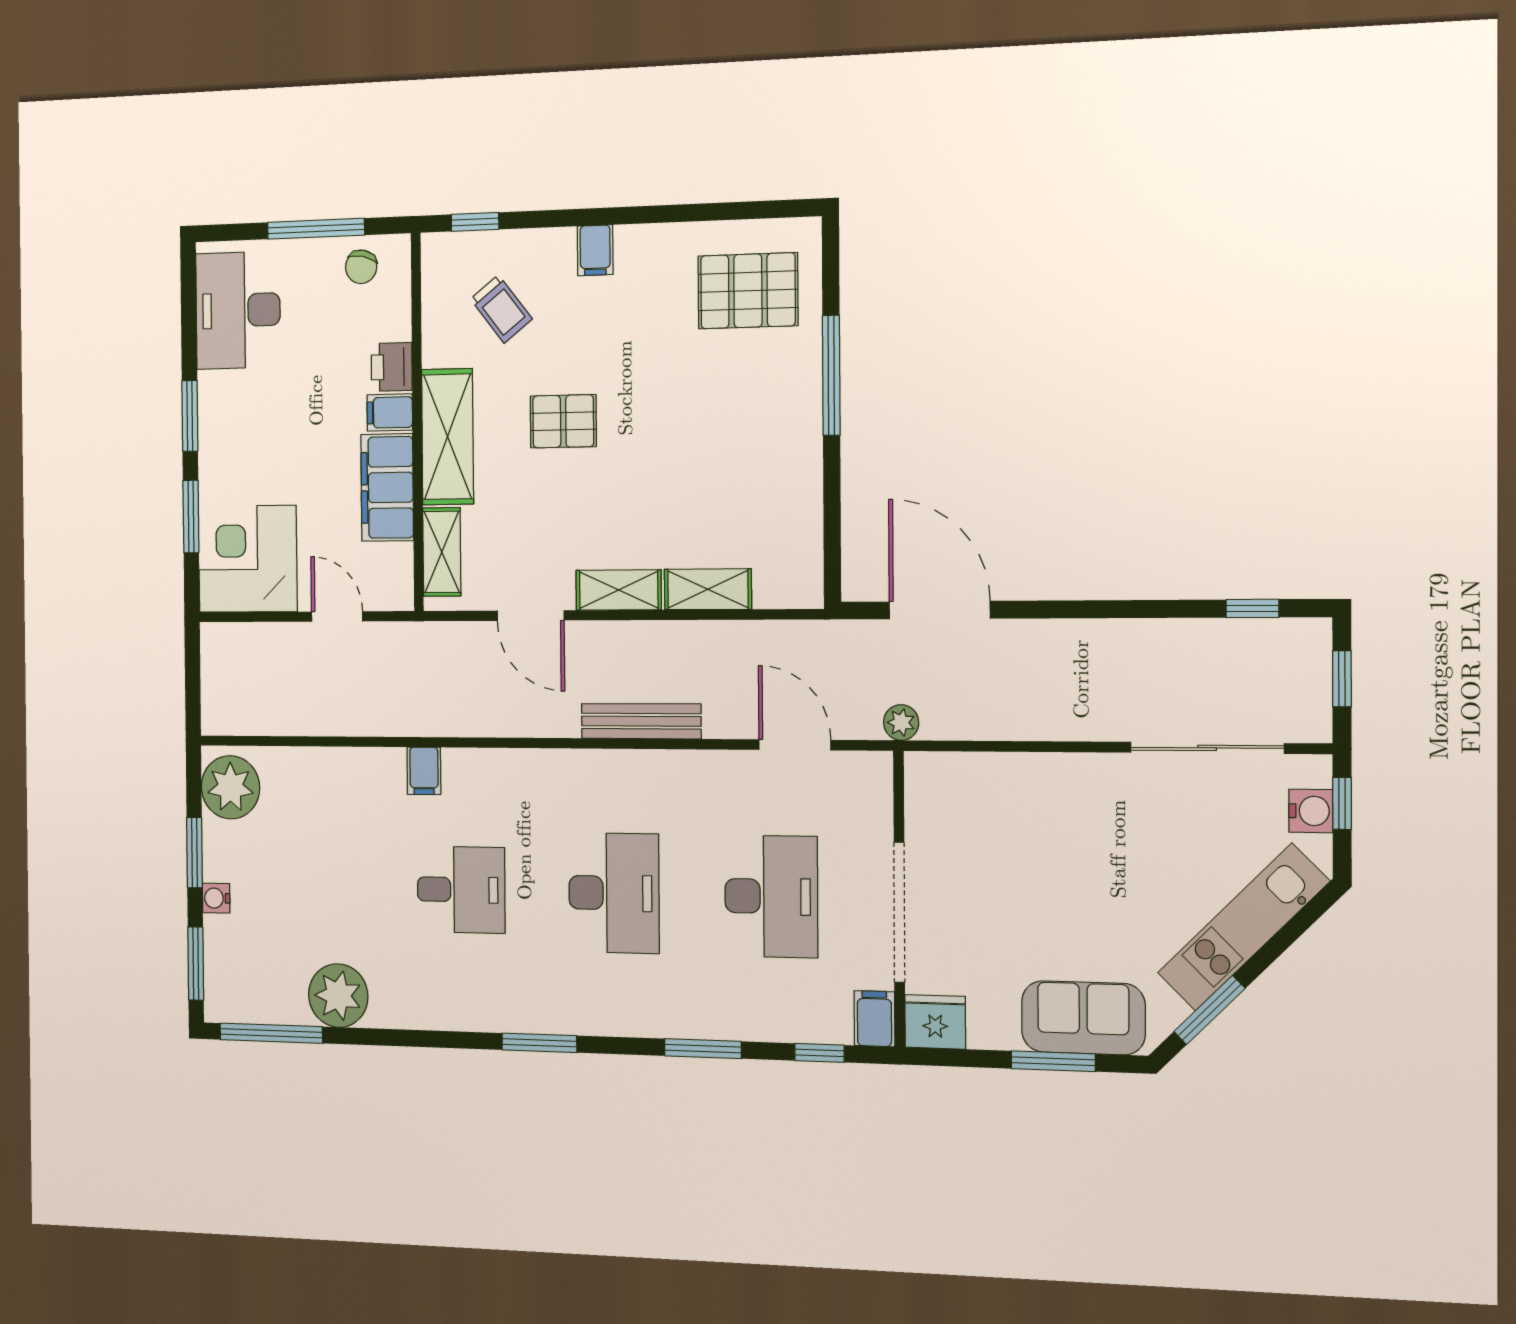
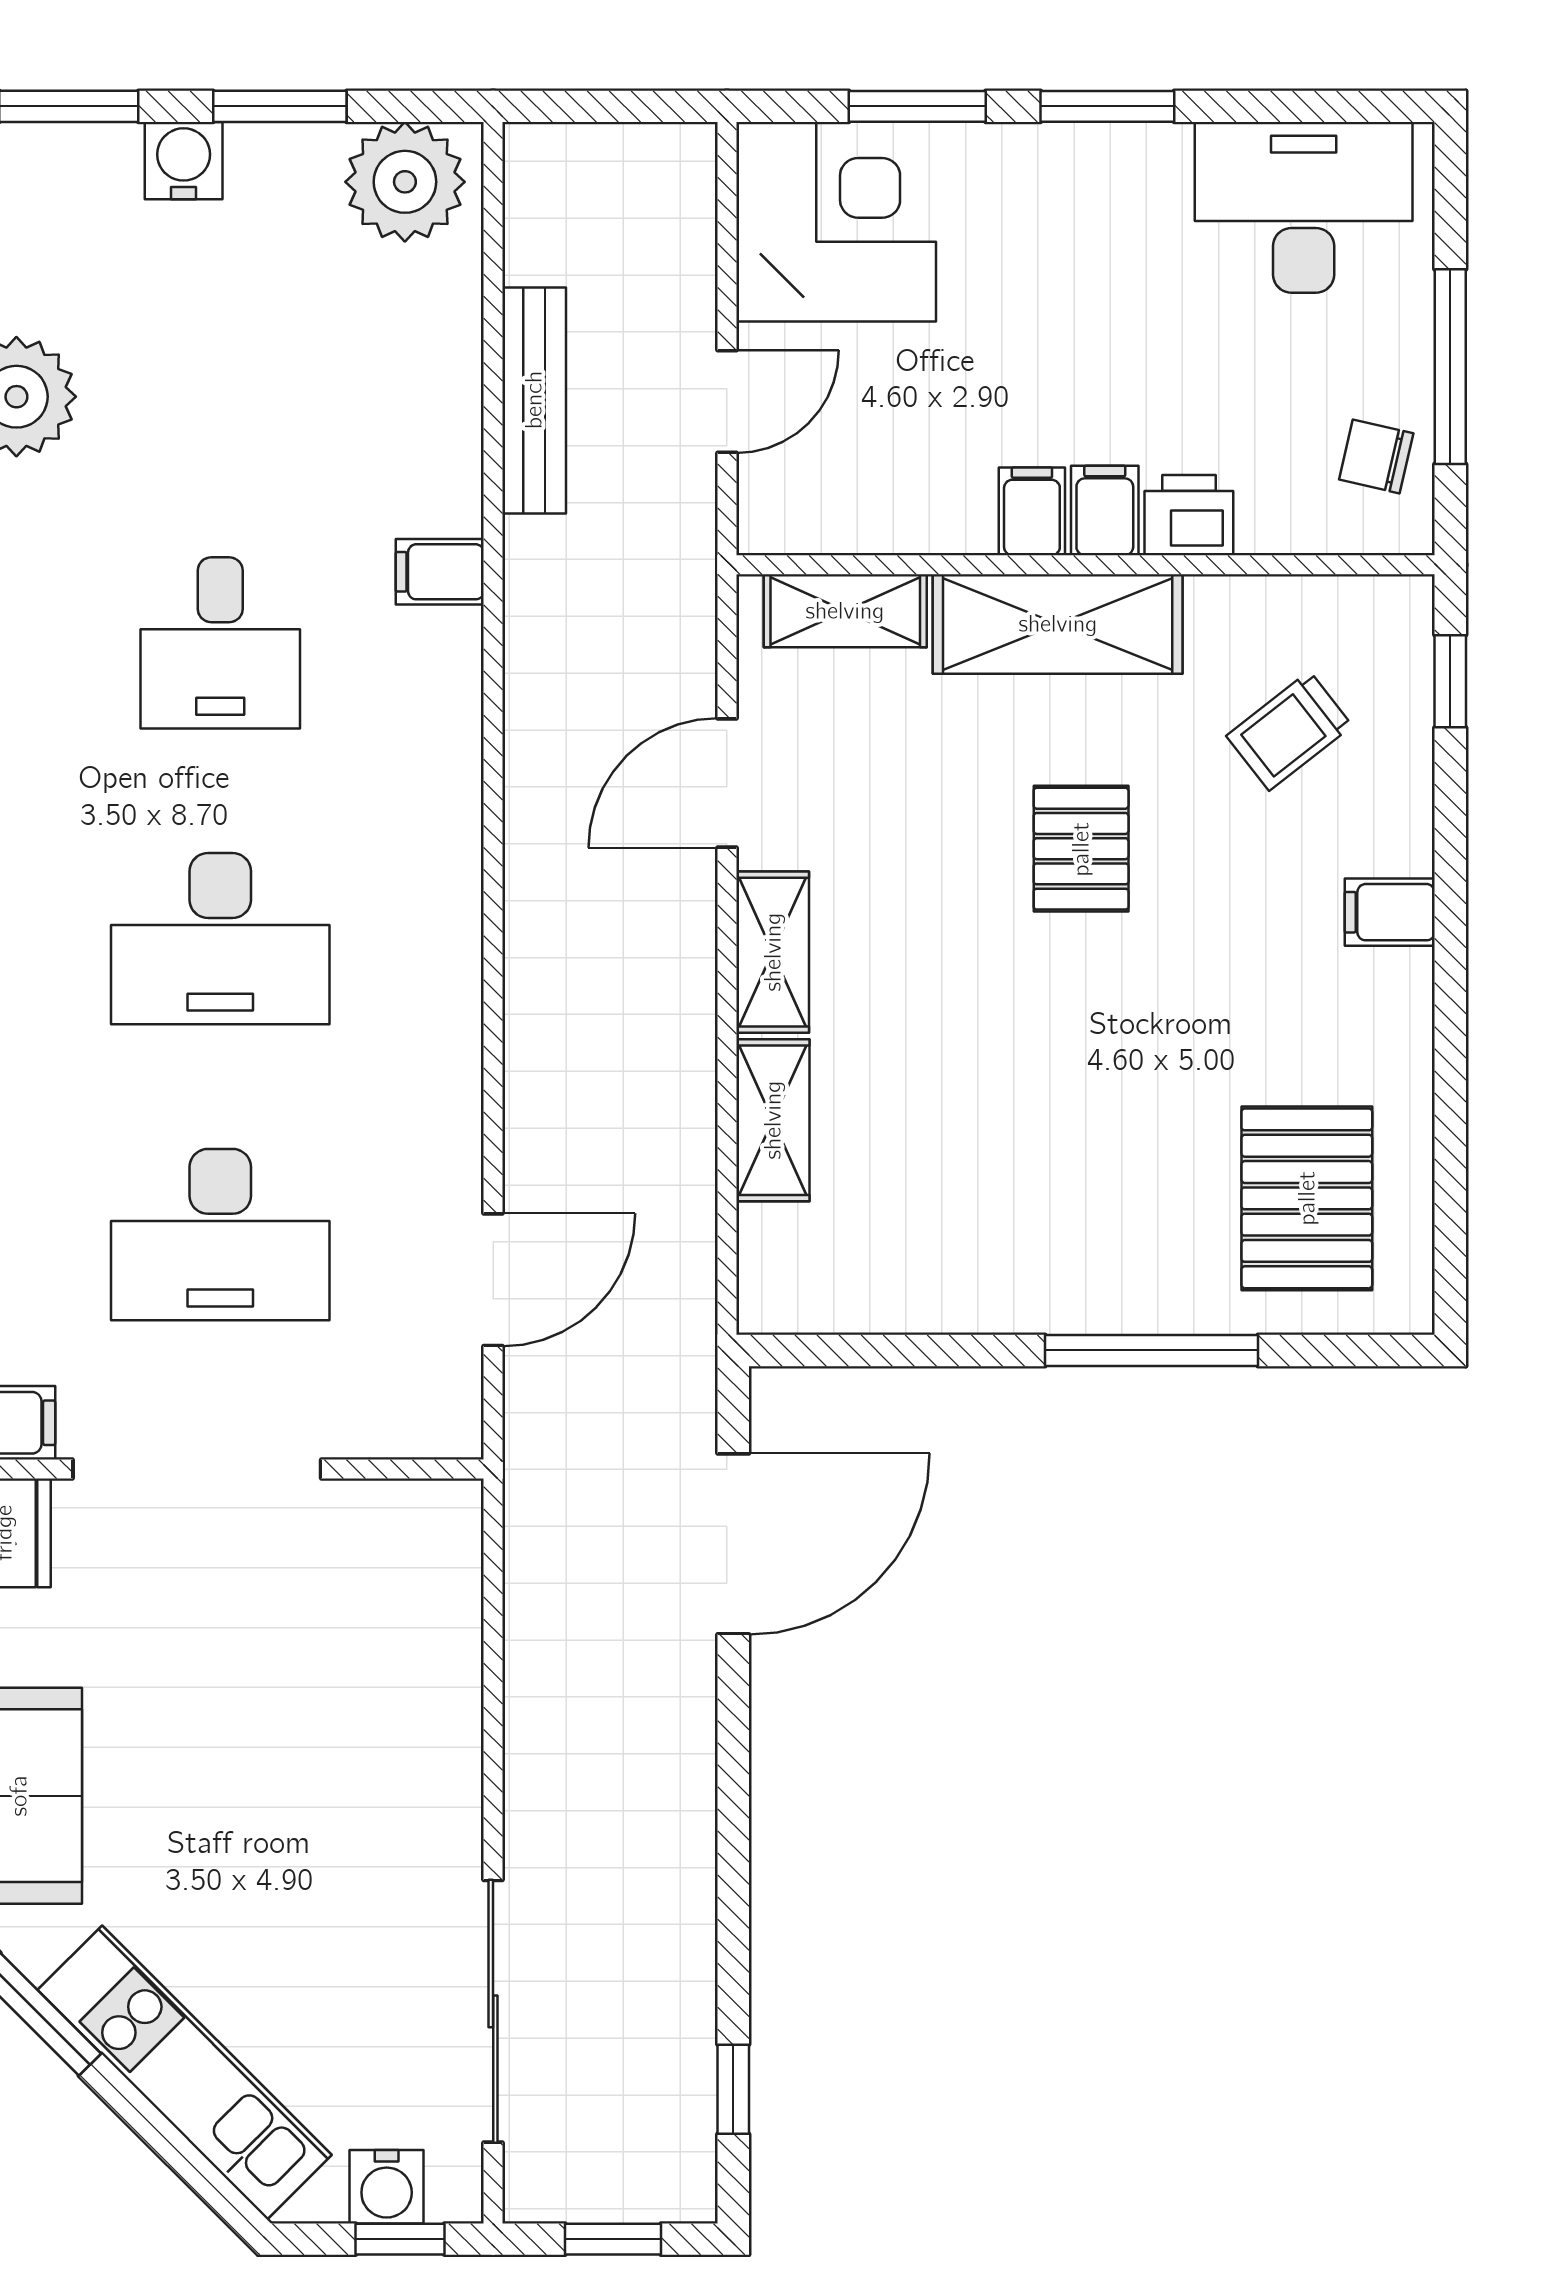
filing cabinet: (387, 487) -> (1032, 511), width x0.33, depth x0.86
bench: (641, 721) -> (534, 400), moved
plant: (901, 723) -> (534, 1474), removed
water cooler: (216, 898) -> (184, 161), width x1.38, depth x1.38

